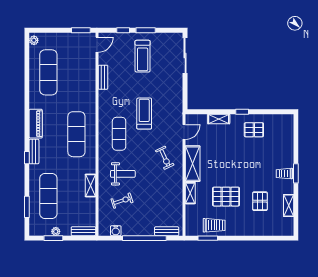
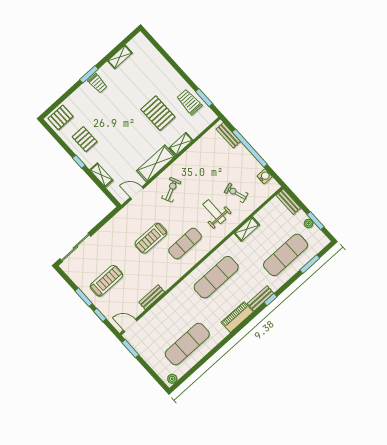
pallet: (260, 201) -> (61, 117), moved

